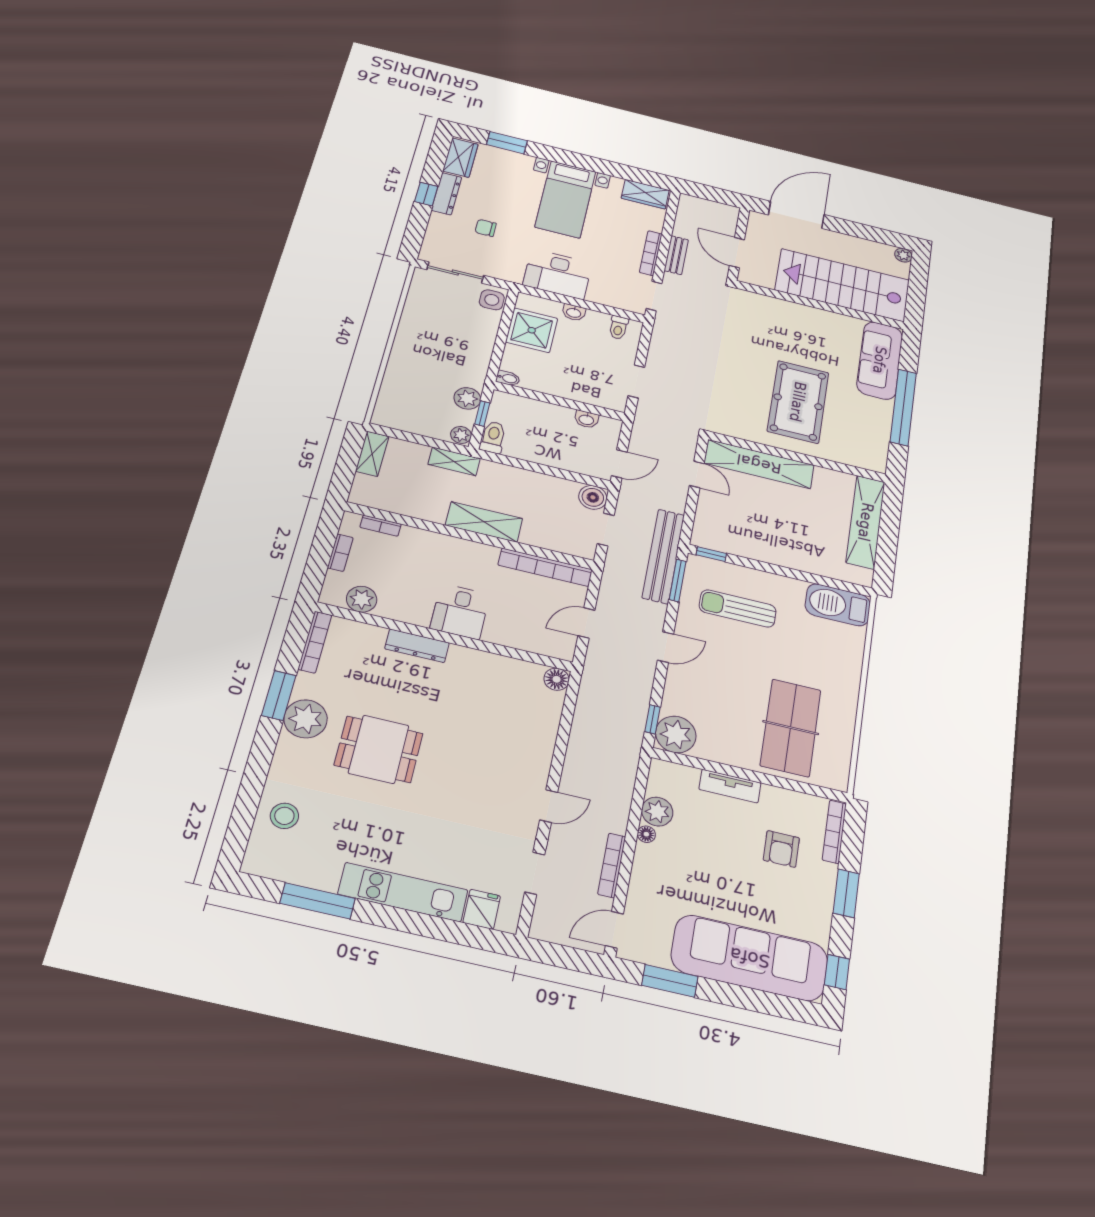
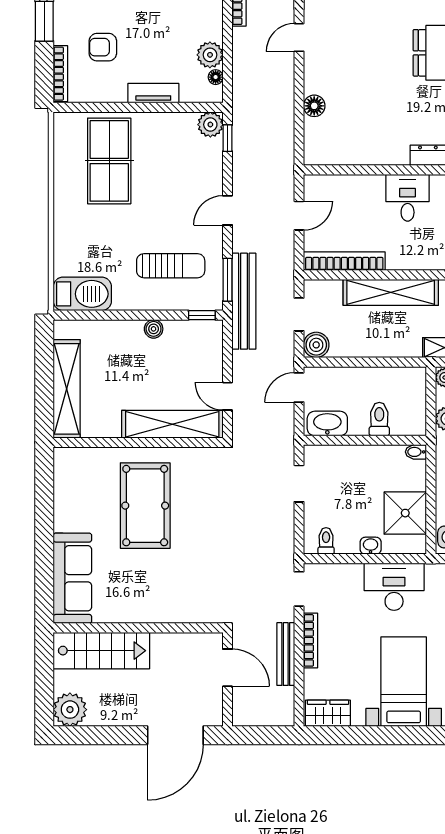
bench: (676, 255) -> (286, 654), width x1.36
plant: (903, 255) -> (70, 710), width x1.88, depth x1.88
stairs: (843, 285) -> (101, 651), width x0.73, depth x0.66
window: (903, 407) -> (44, 529), removed
window: (482, 413) -> (431, 406), removed
washbasin: (586, 419) -> (327, 424), width x1.91, depth x1.45
toilet: (493, 437) -> (379, 419), moved, turned 180
shelving: (484, 522) -> (391, 292), width x1.47
boiler: (766, 554) -> (154, 329), added
floor lamp: (557, 679) -> (314, 106), moved
plant: (676, 734) -> (210, 125), width x0.73, depth x0.73
floor lamp: (646, 834) -> (216, 77), moved
armchair: (781, 849) -> (103, 47), turned -90

